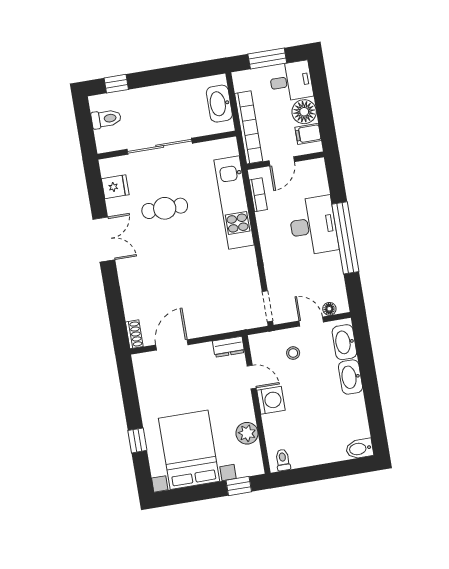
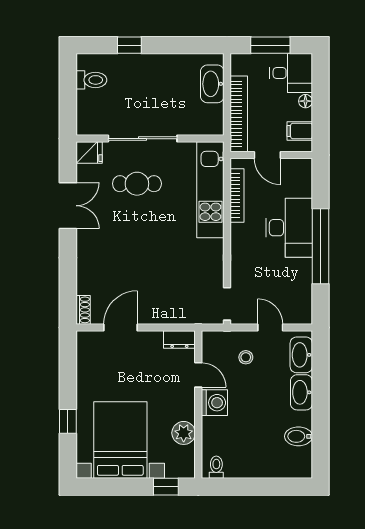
window: (116, 84) -> (129, 45), moved
floor lamp: (304, 112) -> (305, 101), width x0.53, depth x0.53
wall: (167, 145) -> (150, 139), moved
sliding door: (160, 146) -> (143, 139), moved
door: (282, 161) -> (267, 155), hinge flipped
bookcase: (258, 195) -> (237, 196), width x1.56
floor lamp: (329, 309) -> (291, 317), removed
bidet: (360, 449) -> (298, 436), moved

